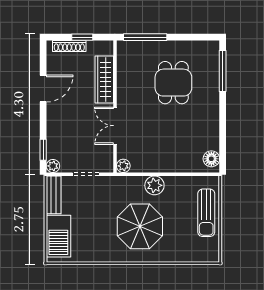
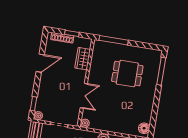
wardrobe: (104, 79) -> (83, 59), width x0.67
dining table: (173, 83) -> (127, 74), turned 90
double door: (115, 126) -> (84, 96), swing flipped

